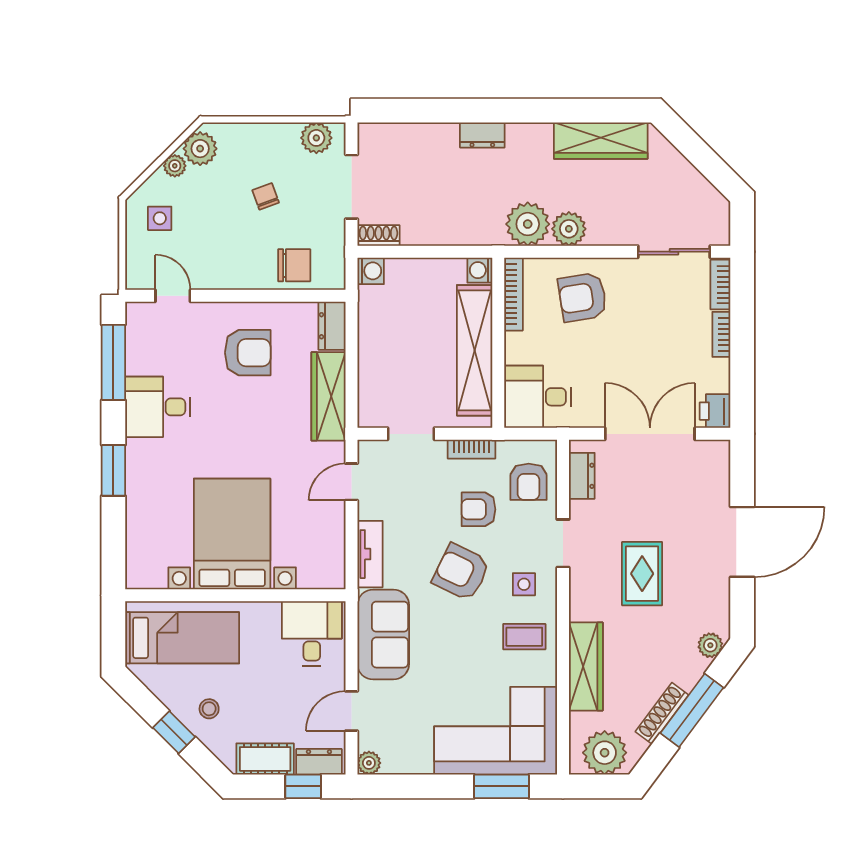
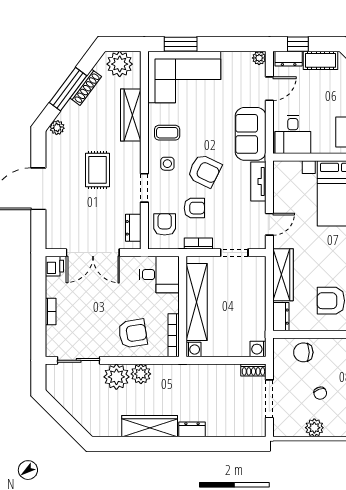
plant: (316, 138) -> (314, 428), moved
wardrobe: (601, 141) -> (150, 426), moved
plant: (528, 224) -> (116, 377), moved
bookcase: (720, 285) -> (51, 341), removed

